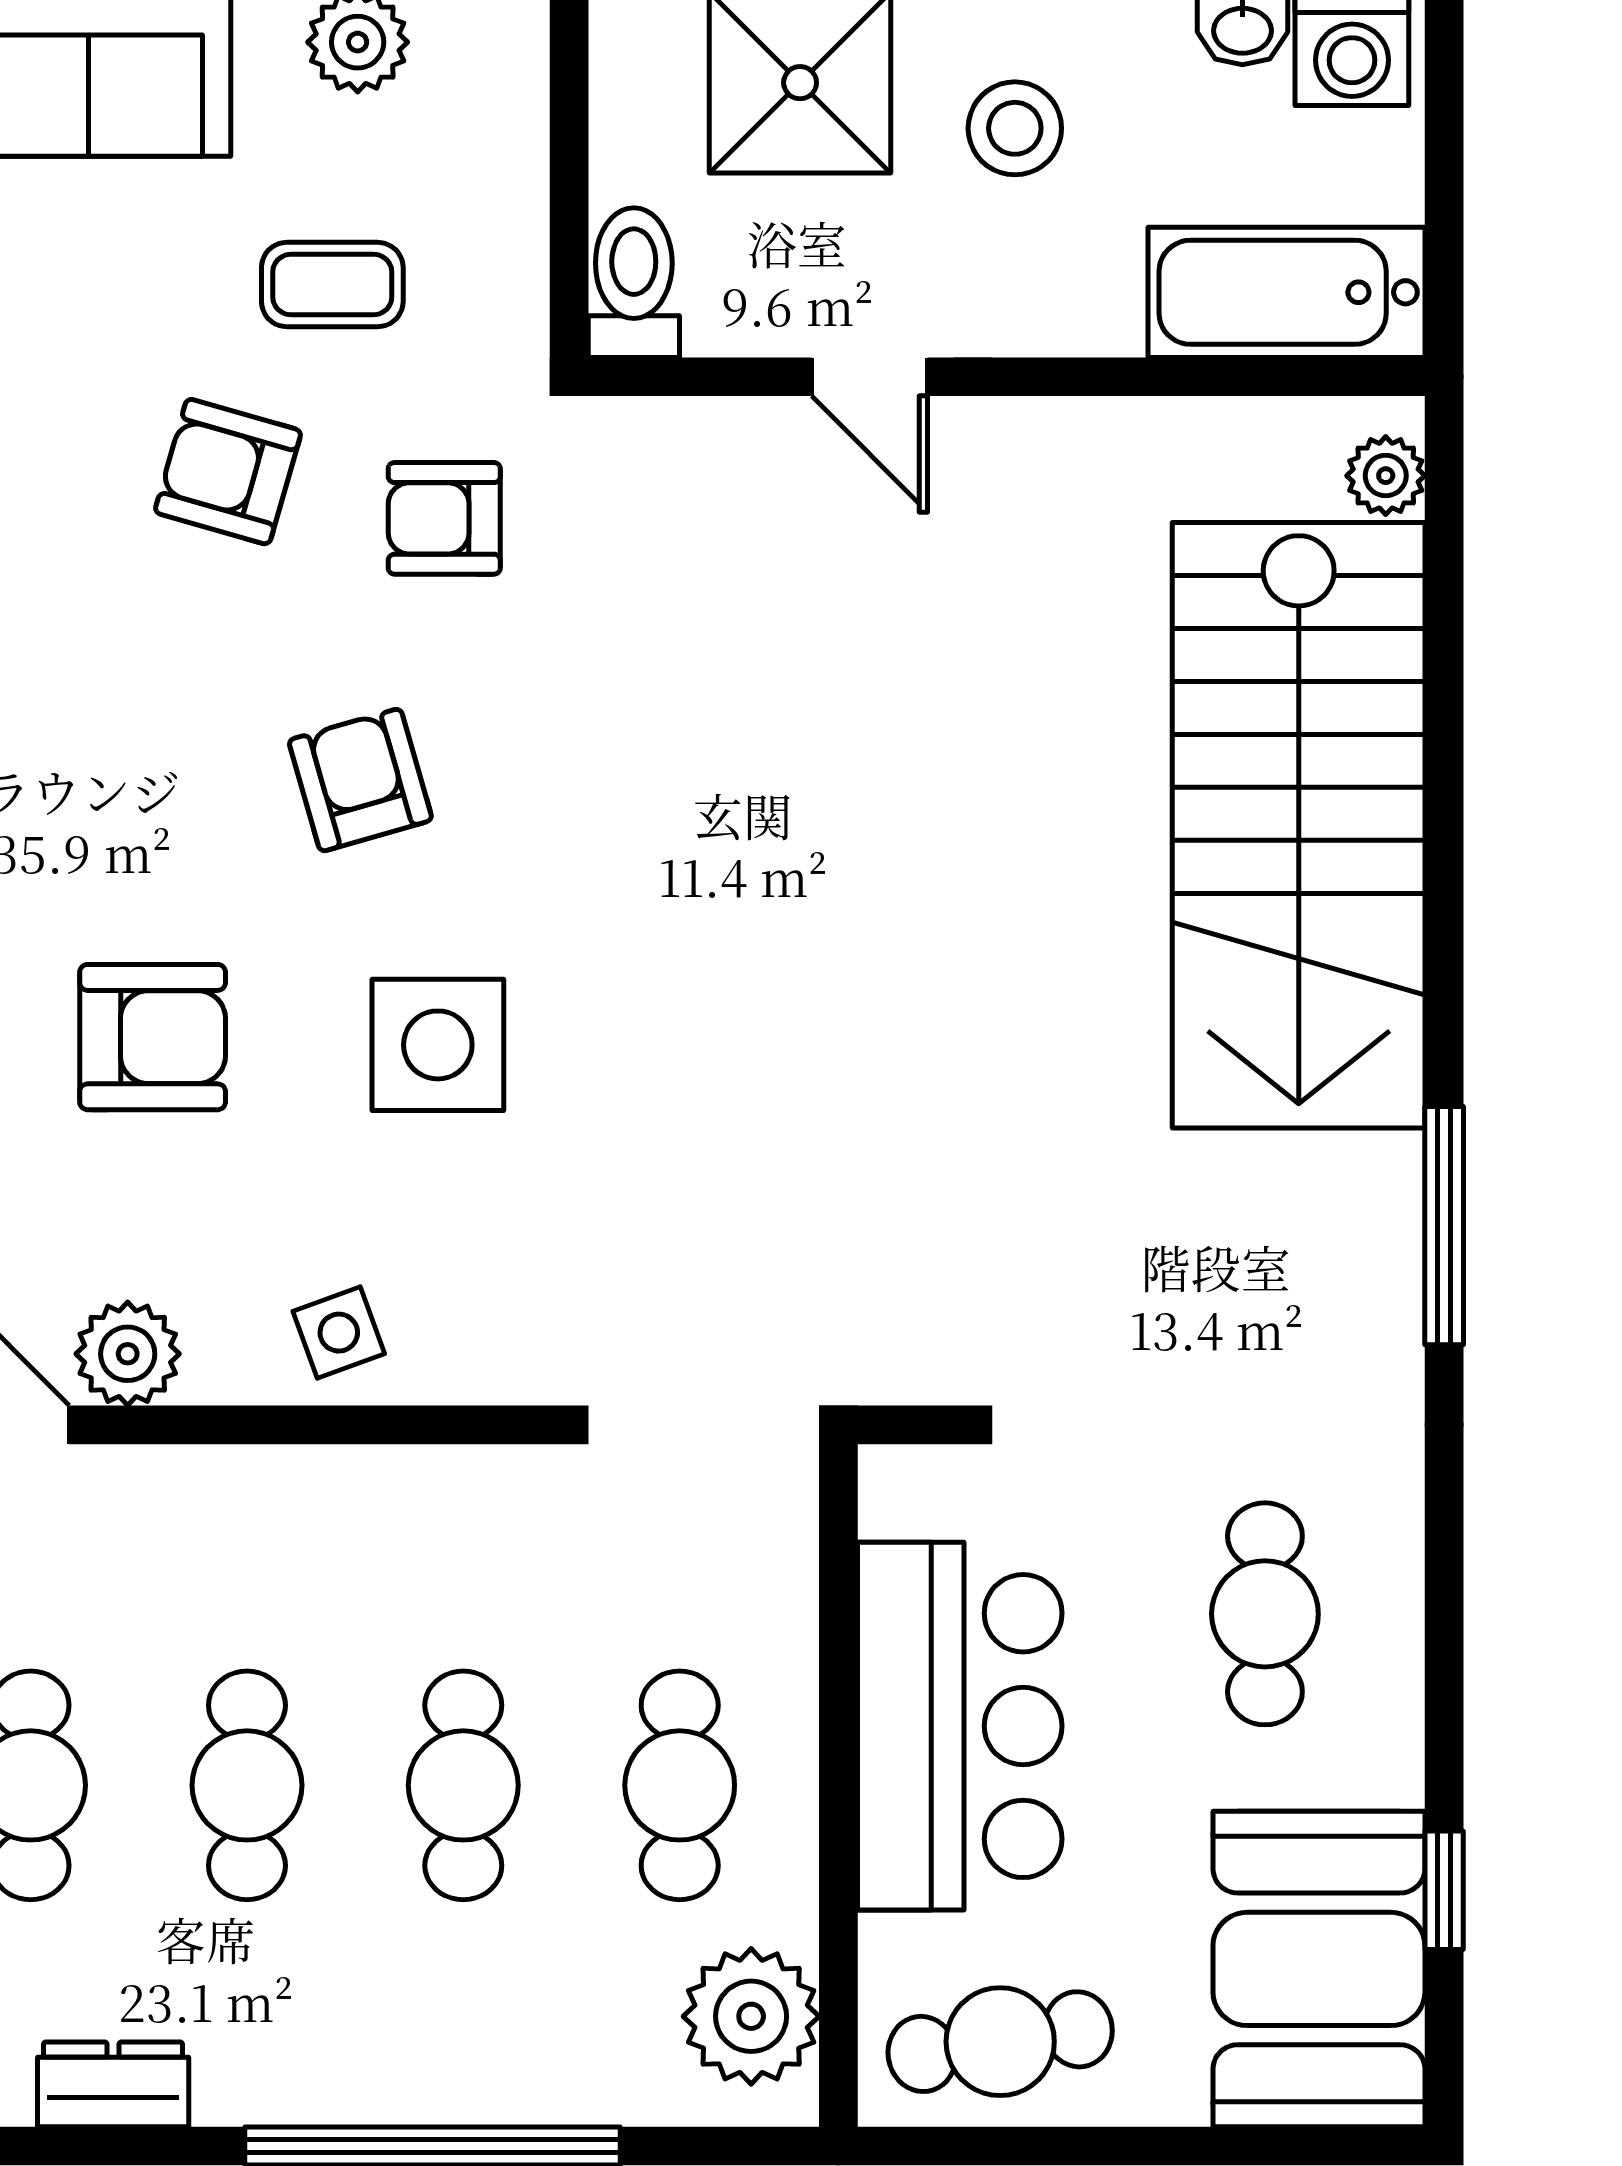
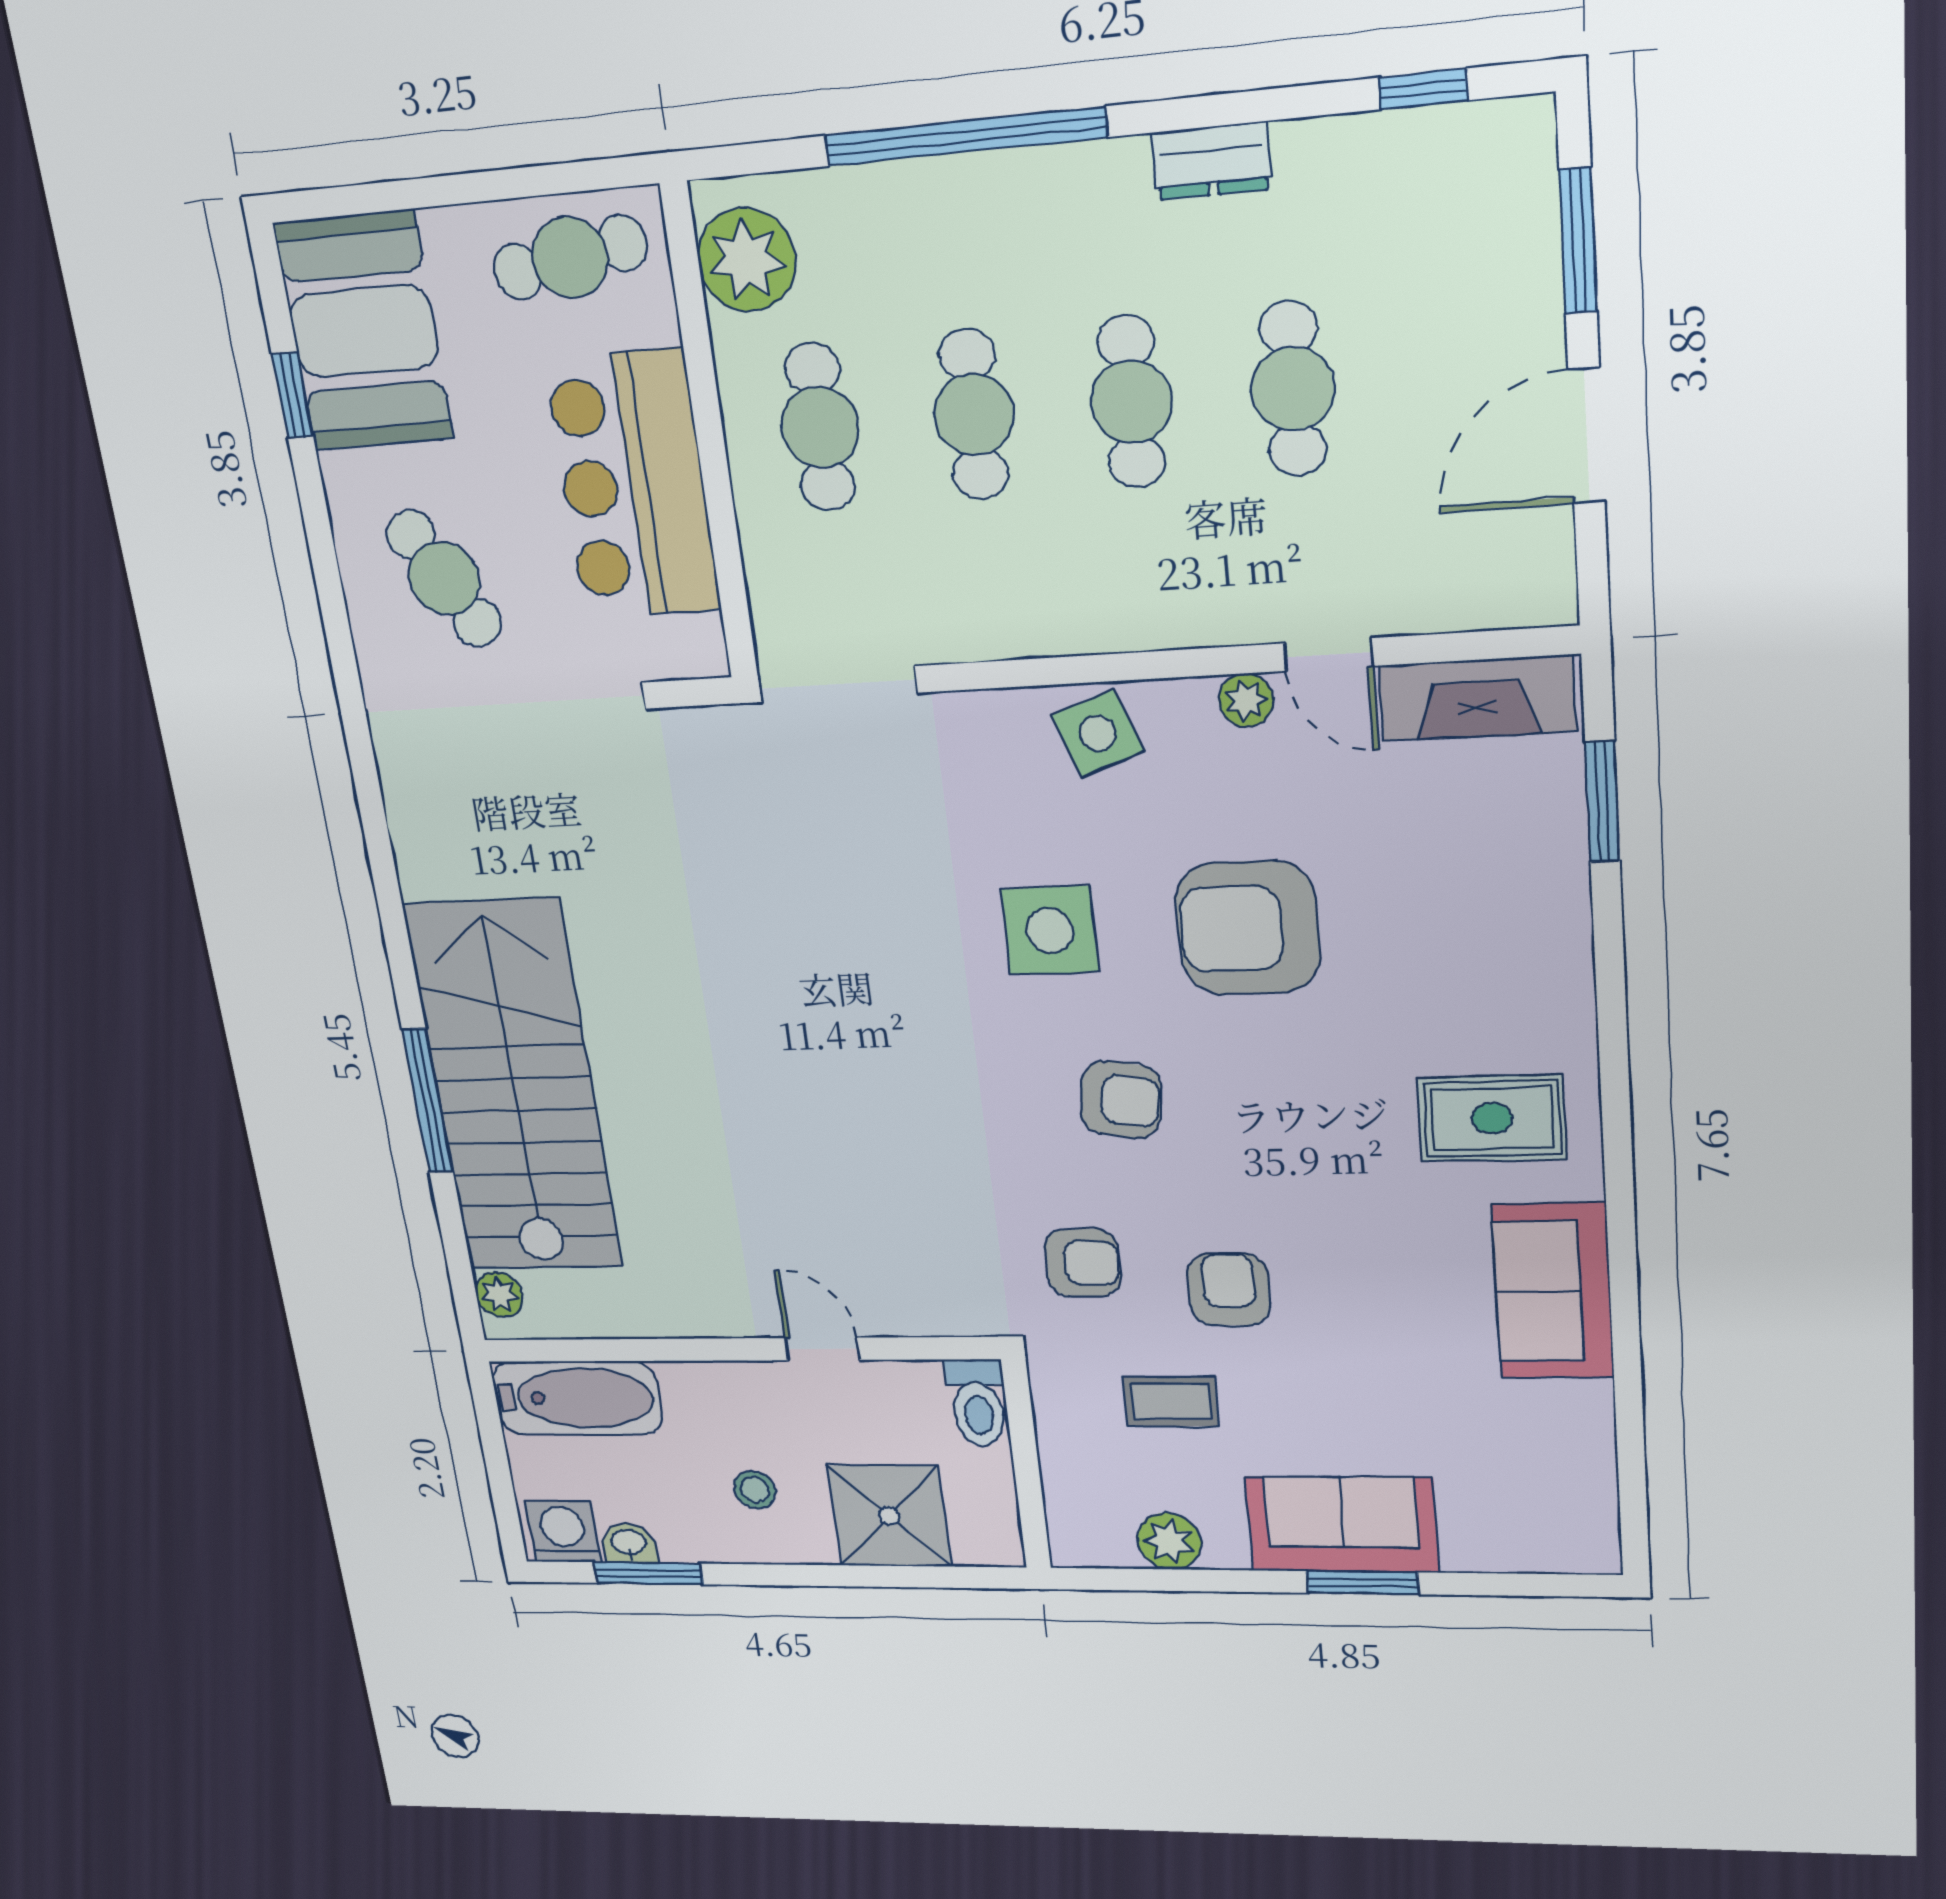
stool: (1015, 128) -> (755, 1490), width x0.73, depth x0.73
armchair: (228, 472) -> (1229, 1290), turned -106
armchair: (360, 780) -> (1121, 1100), turned -65
armchair: (153, 1037) -> (1248, 928), width x1.36, depth x1.36
window: (1444, 1226) -> (428, 1101), moved
side table: (339, 1333) -> (1098, 733), width x1.37, depth x1.37
plant: (128, 1354) -> (1246, 700), width x0.73, depth x0.73
cafe table: (1265, 1614) -> (444, 579), turned -30

